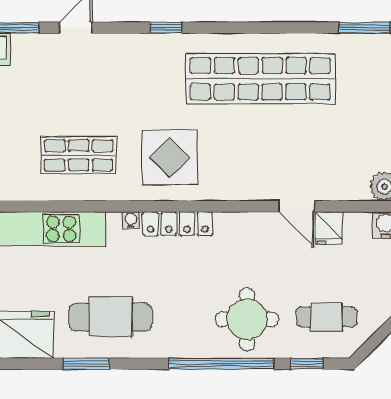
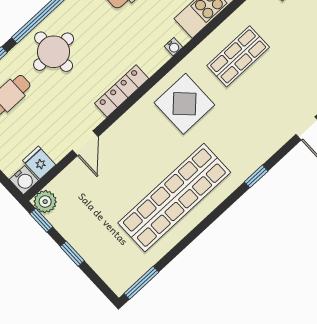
door: (297, 206) -> (85, 143), swing flipped
locker: (178, 224) -> (122, 91), moved
fridge: (328, 228) -> (39, 163), moved

